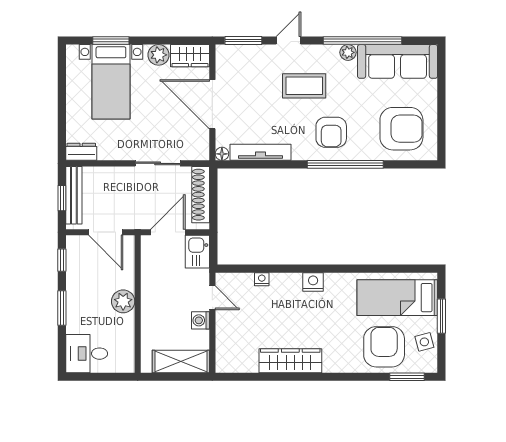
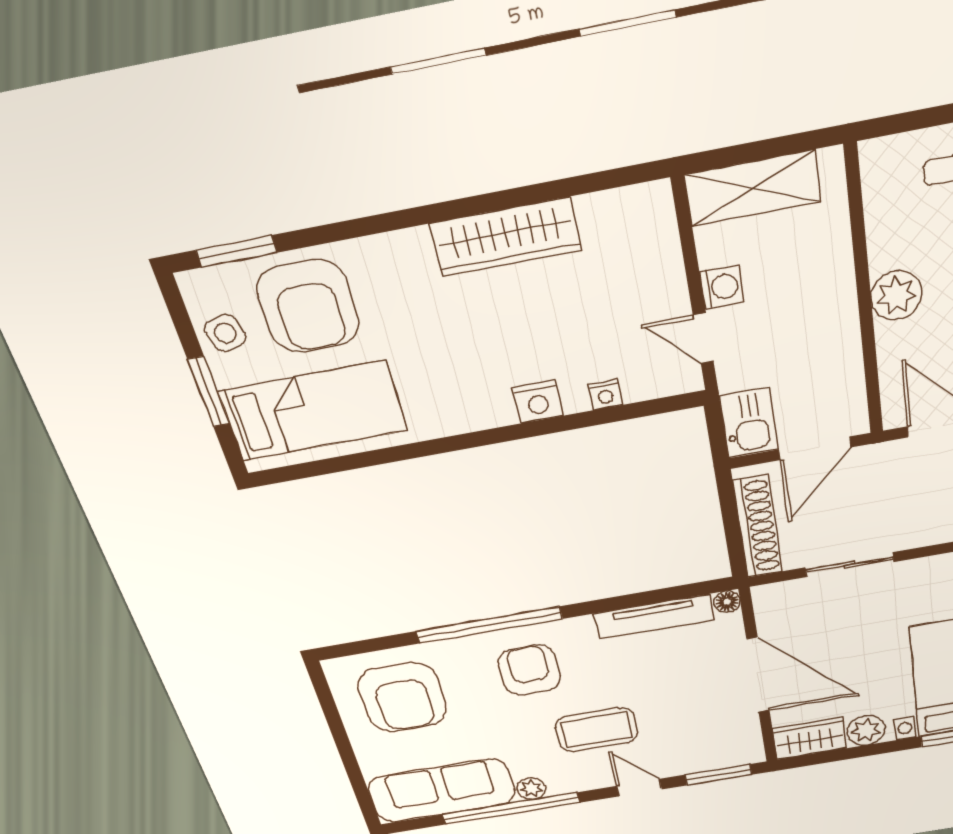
door: (289, 41) -> (639, 788), swing flipped
armchair: (401, 129) -> (402, 697), turned -90
nightstand: (313, 282) -> (538, 402), moved

